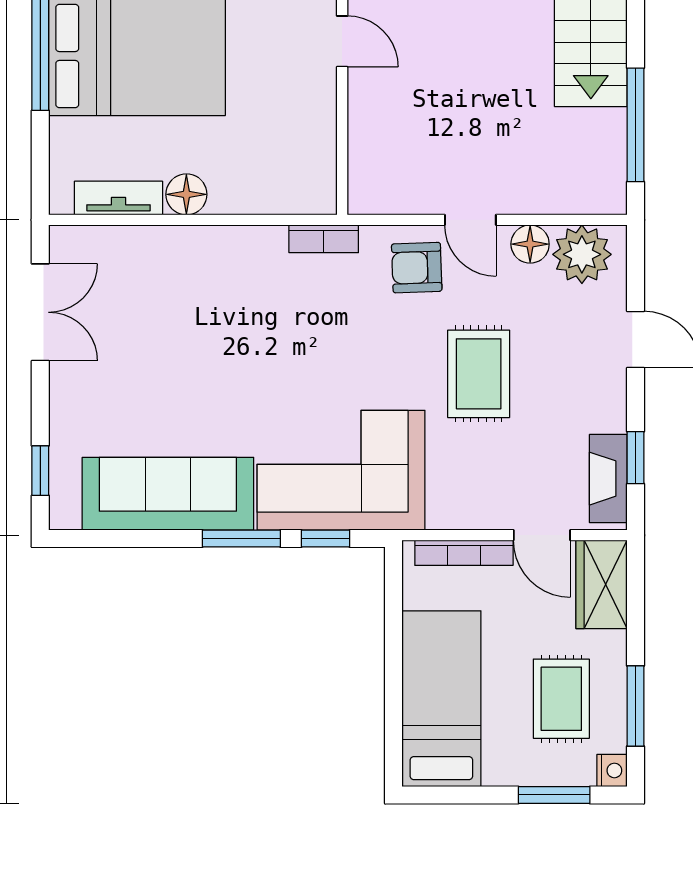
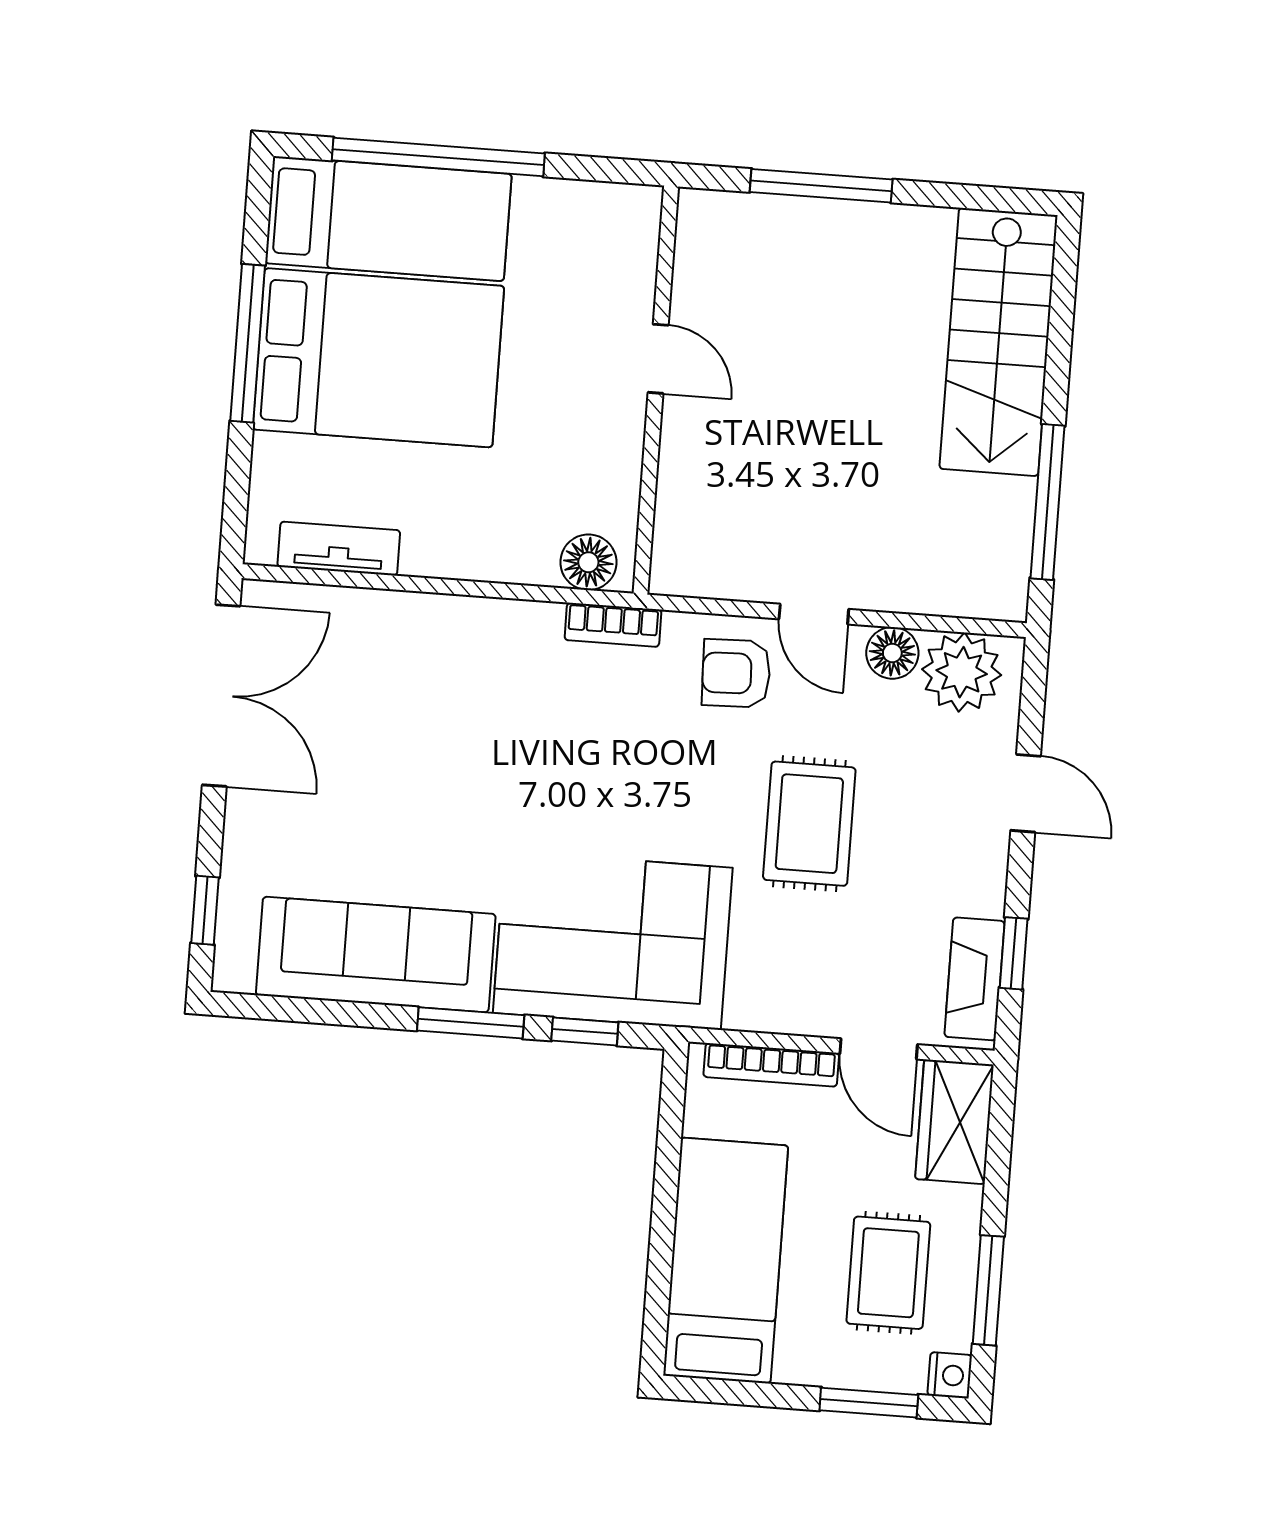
floor lamp: (186, 194) -> (588, 562), moved
double door: (40, 312) -> (221, 696), width x1.37

